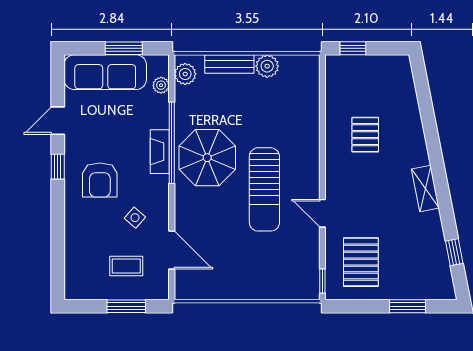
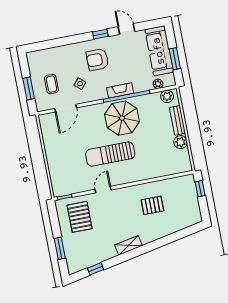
pallet: (361, 262) -> (80, 217), turned 90

